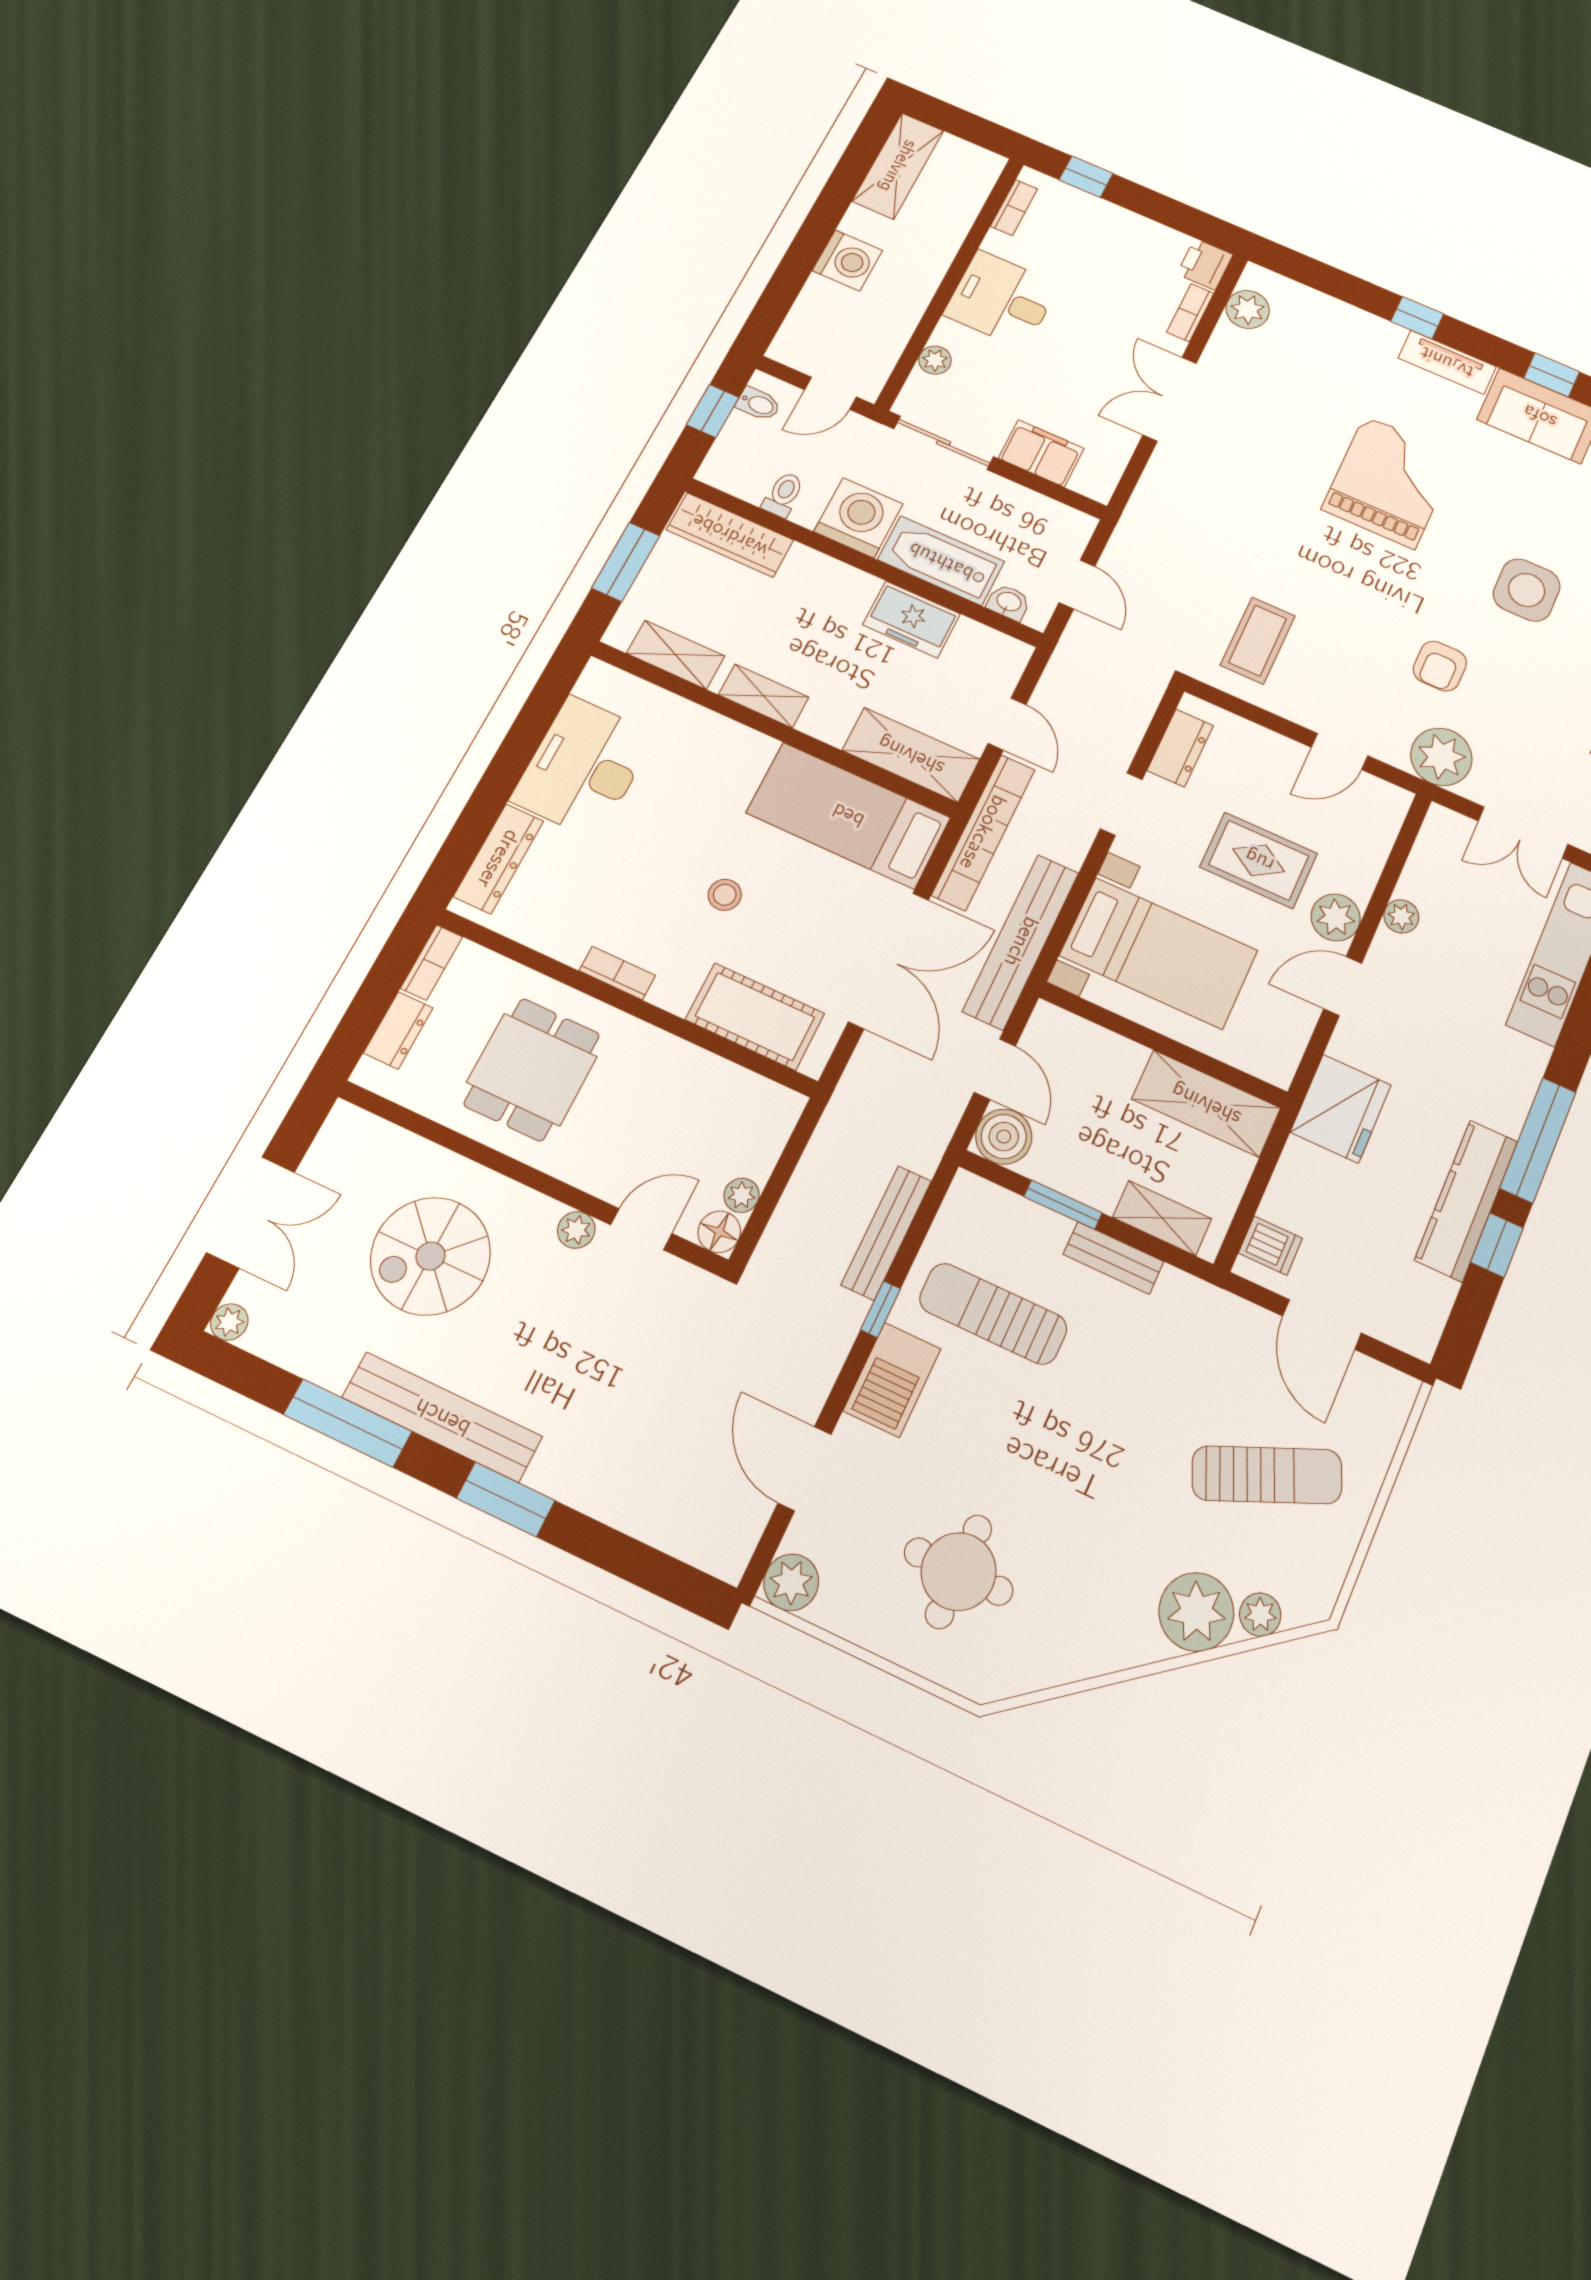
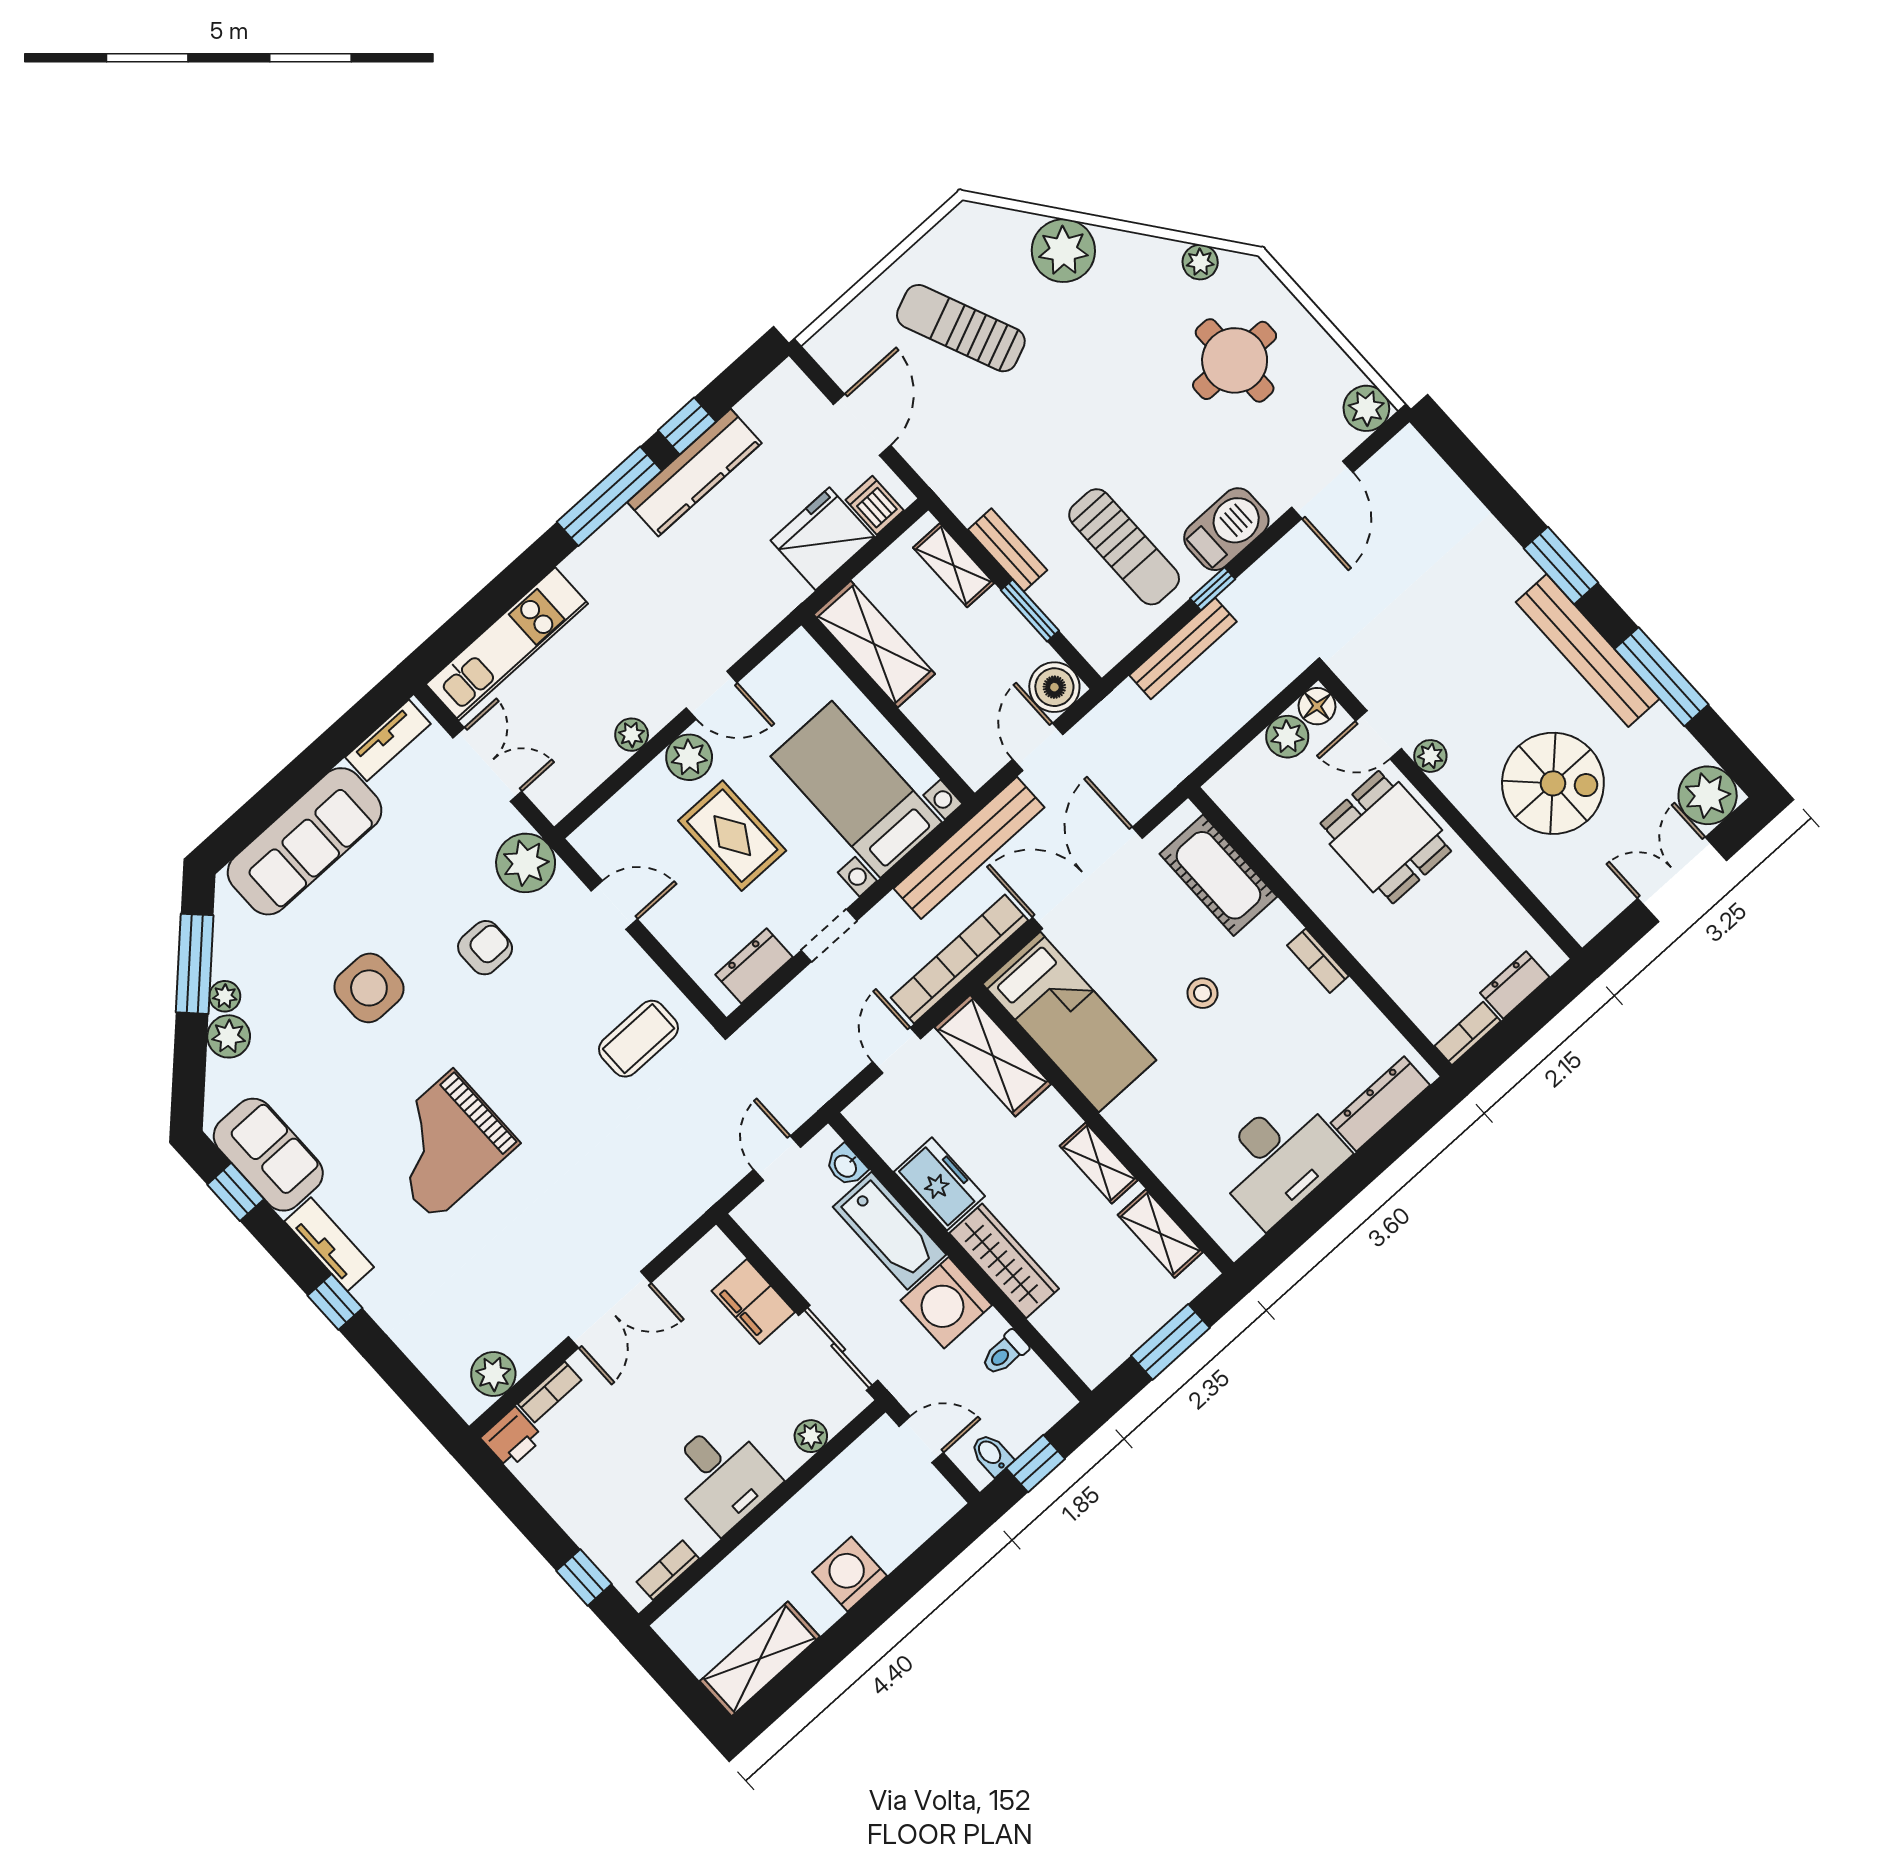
wardrobe: (730, 535) -> (1004, 1261), moved
dining table: (532, 1069) -> (1386, 837), moved, turned 90
fridge: (1341, 1109) -> (822, 539), moved
plant: (742, 1195) -> (1287, 737), width x1.38, depth x1.38
plant: (229, 1322) -> (1708, 795), width x1.88, depth x1.88
plant: (1260, 1615) -> (1200, 262), moved

